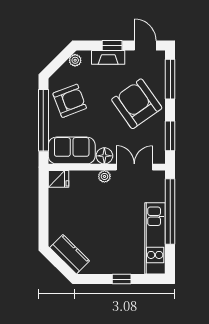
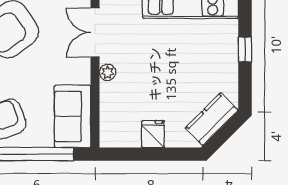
floor lamp: (104, 156) -> (80, 72), removed
fridge: (58, 179) -> (153, 134), moved

